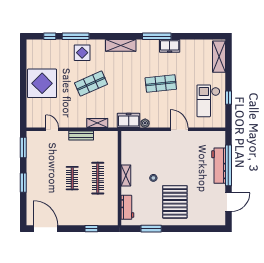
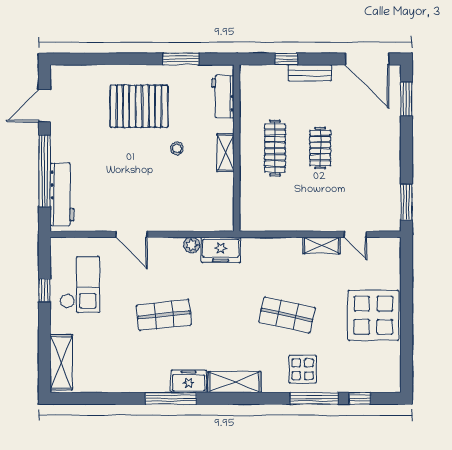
freezer: (170, 46) -> (189, 381), moved
shop shelf: (91, 84) -> (287, 315), turned 36
shelving: (97, 123) -> (322, 245), moved
bench: (81, 136) -> (310, 73), moved
workbench: (219, 166) -> (62, 194), moved
window: (23, 183) -> (406, 99), moved
pallet: (175, 202) -> (139, 106), turned 90

